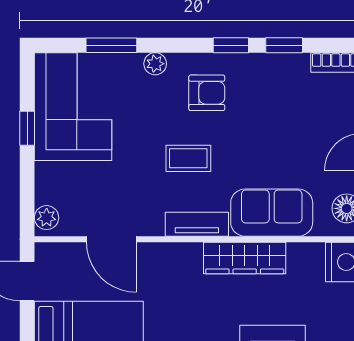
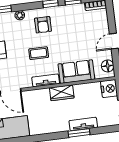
armchair: (207, 93) -> (43, 25), turned 90
wardrobe: (245, 258) -> (62, 93), width x0.67

